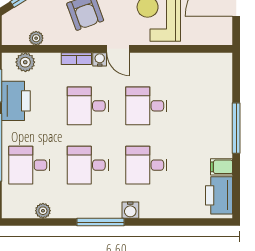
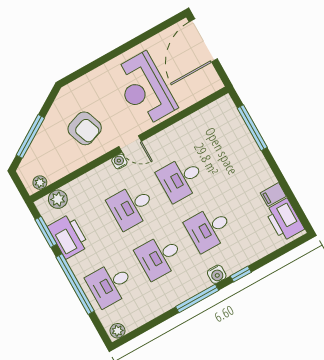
plant: (36, 38) -> (40, 183), moved
bookcase: (76, 59) -> (99, 172), removed
window: (236, 128) -> (252, 128), moved
plant: (43, 211) -> (118, 331), moved
window: (152, 222) -> (241, 274), added

